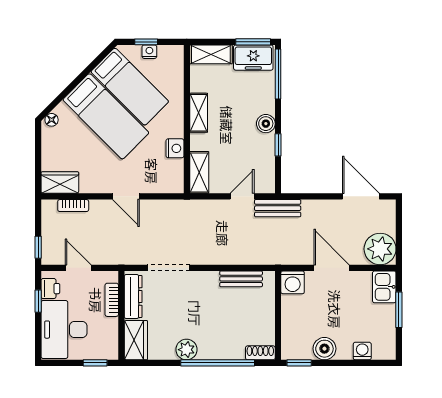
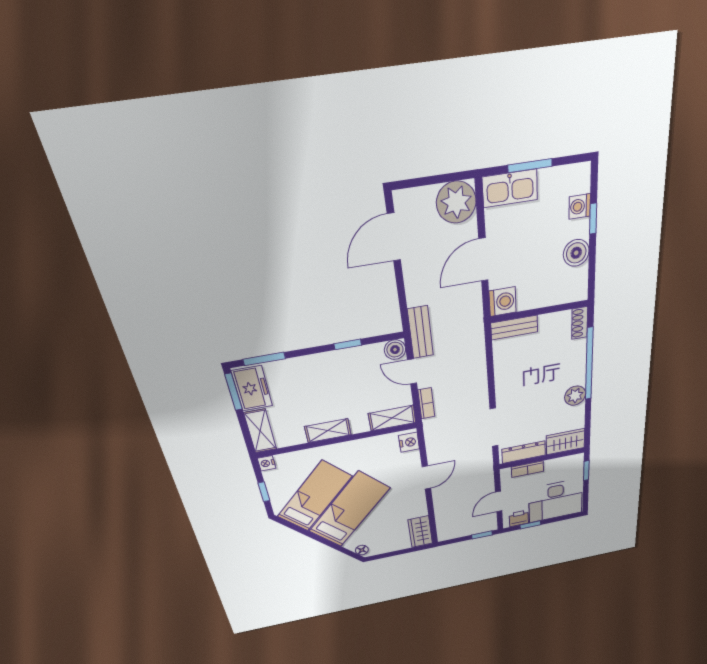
nightstand: (149, 52) -> (267, 463), moved
window: (278, 74) -> (264, 359), width x0.69
boiler: (266, 124) -> (395, 350), moved
nightstand: (175, 148) -> (409, 442), moved, turned 90
bookcase: (73, 206) -> (426, 403), moved
bench: (241, 279) -> (514, 328), moved, turned 90
kitchen sink: (384, 287) -> (510, 188), width x1.38
window: (299, 363) -> (593, 219), moved

